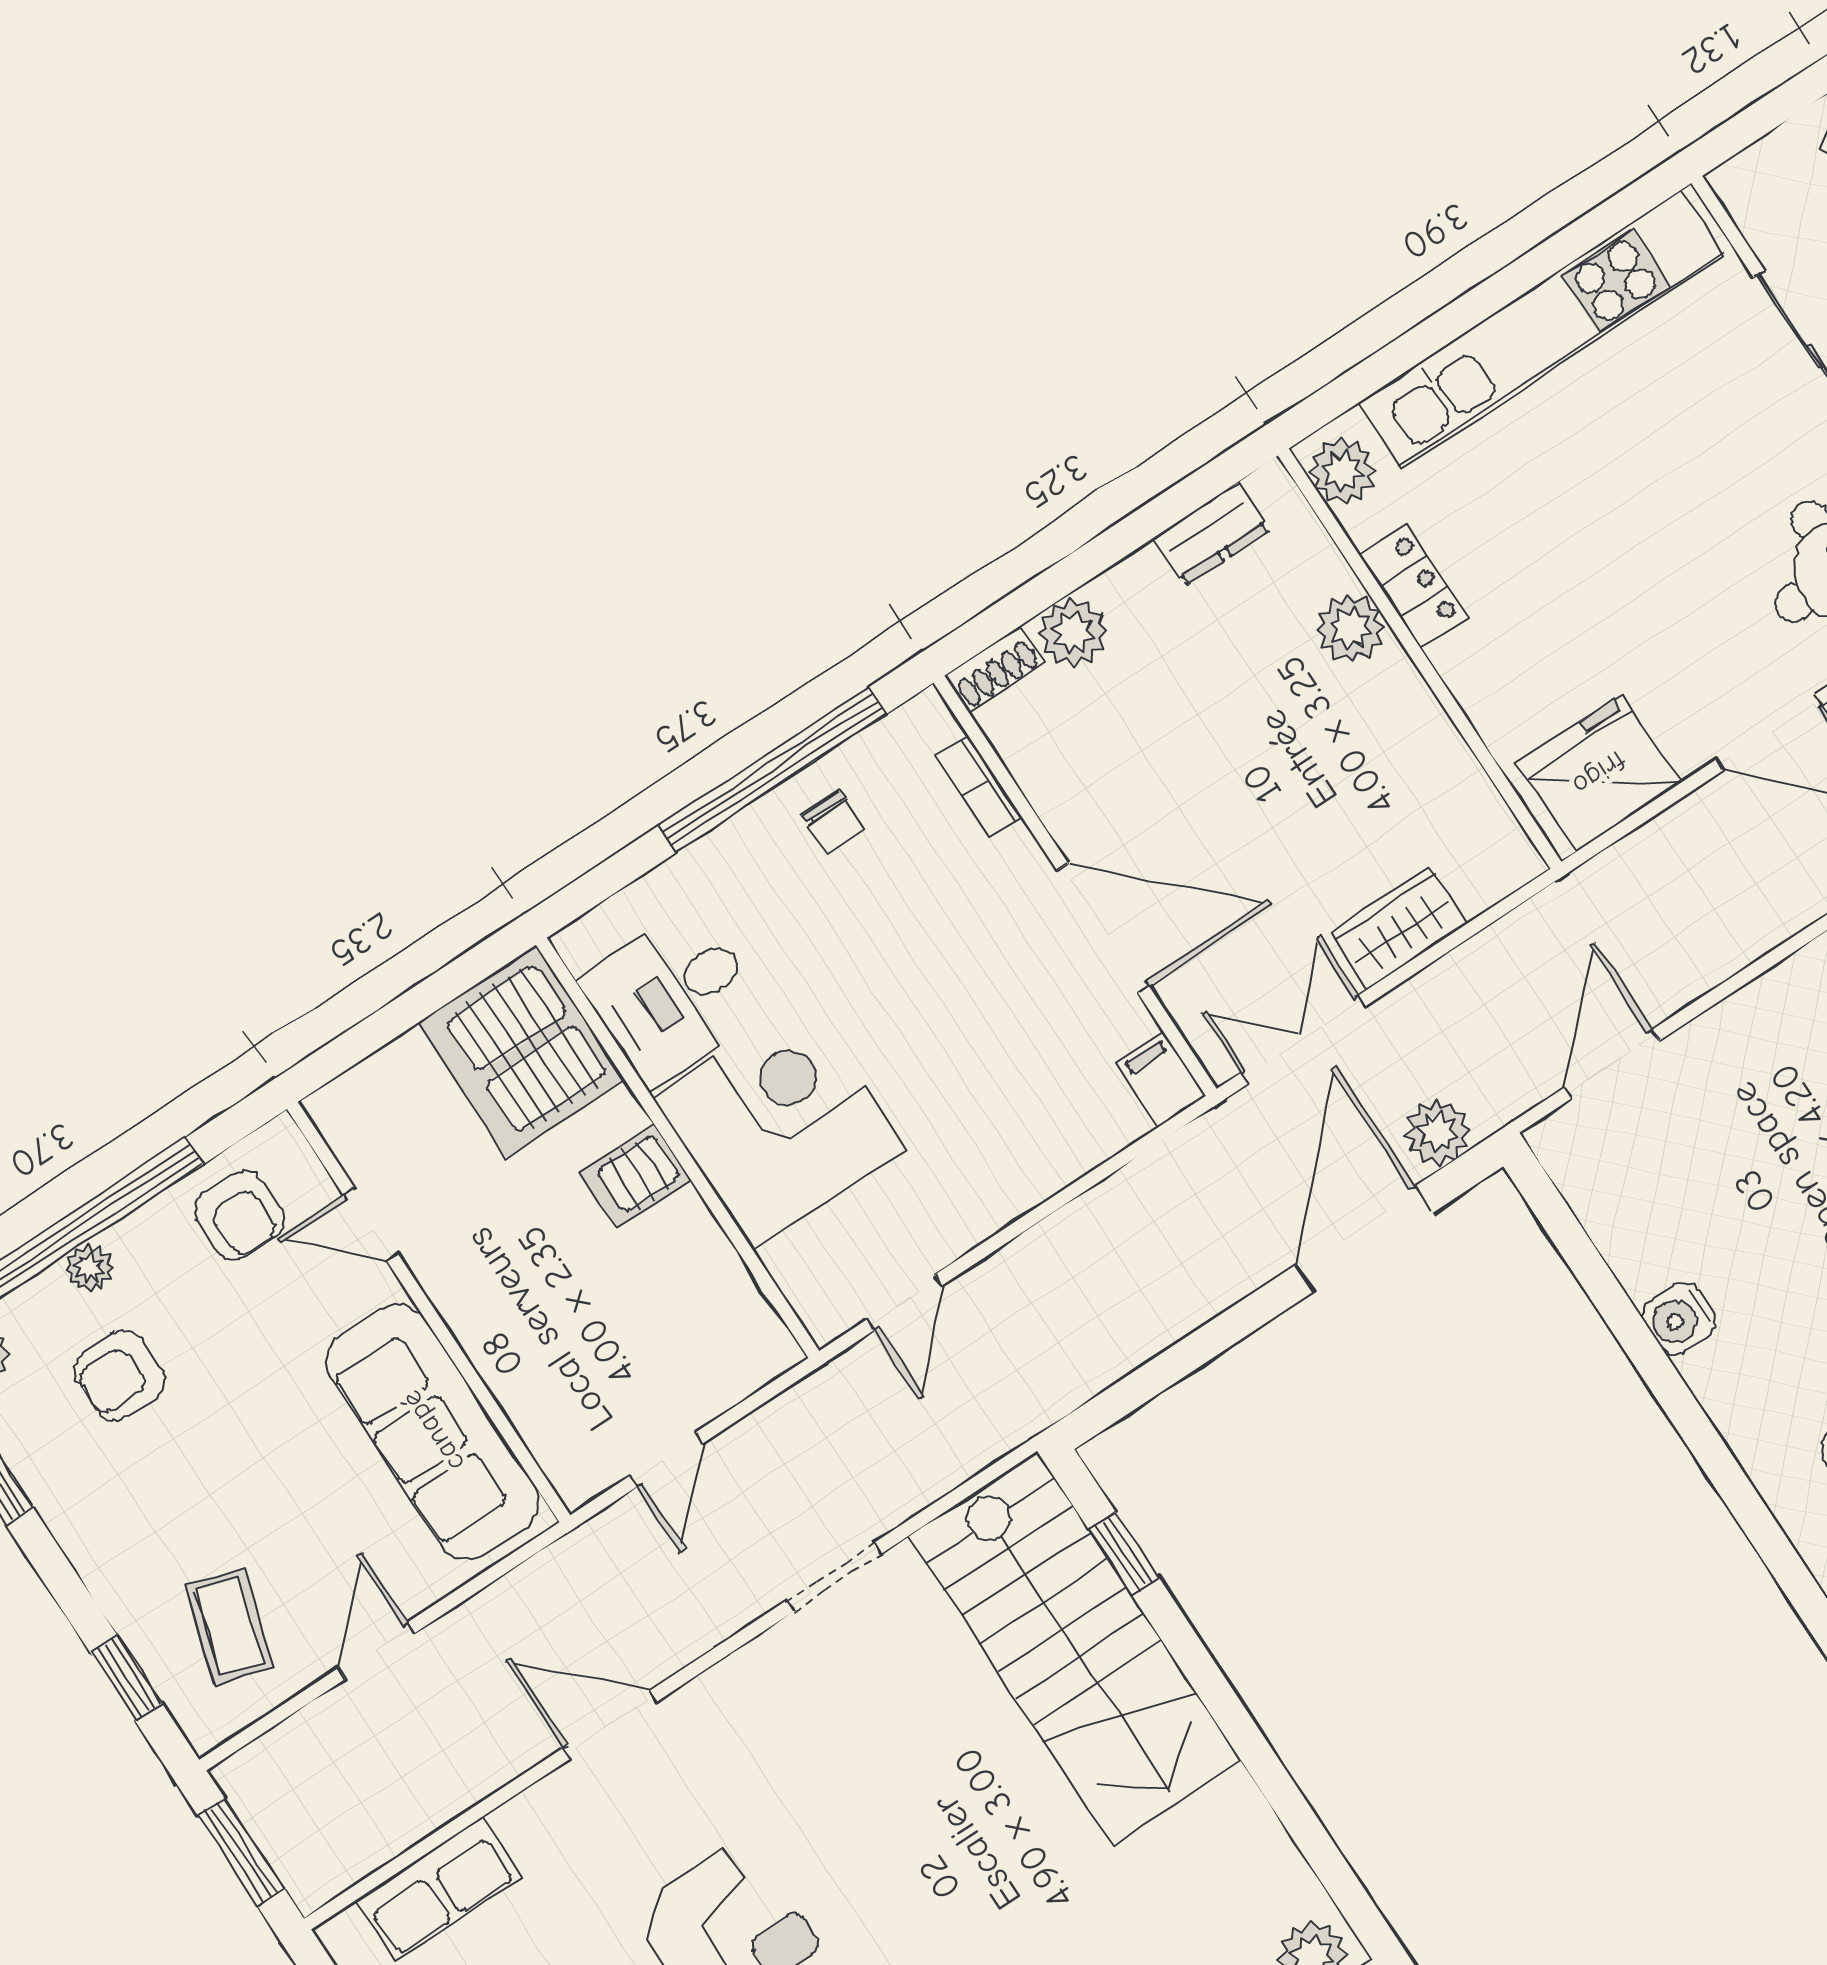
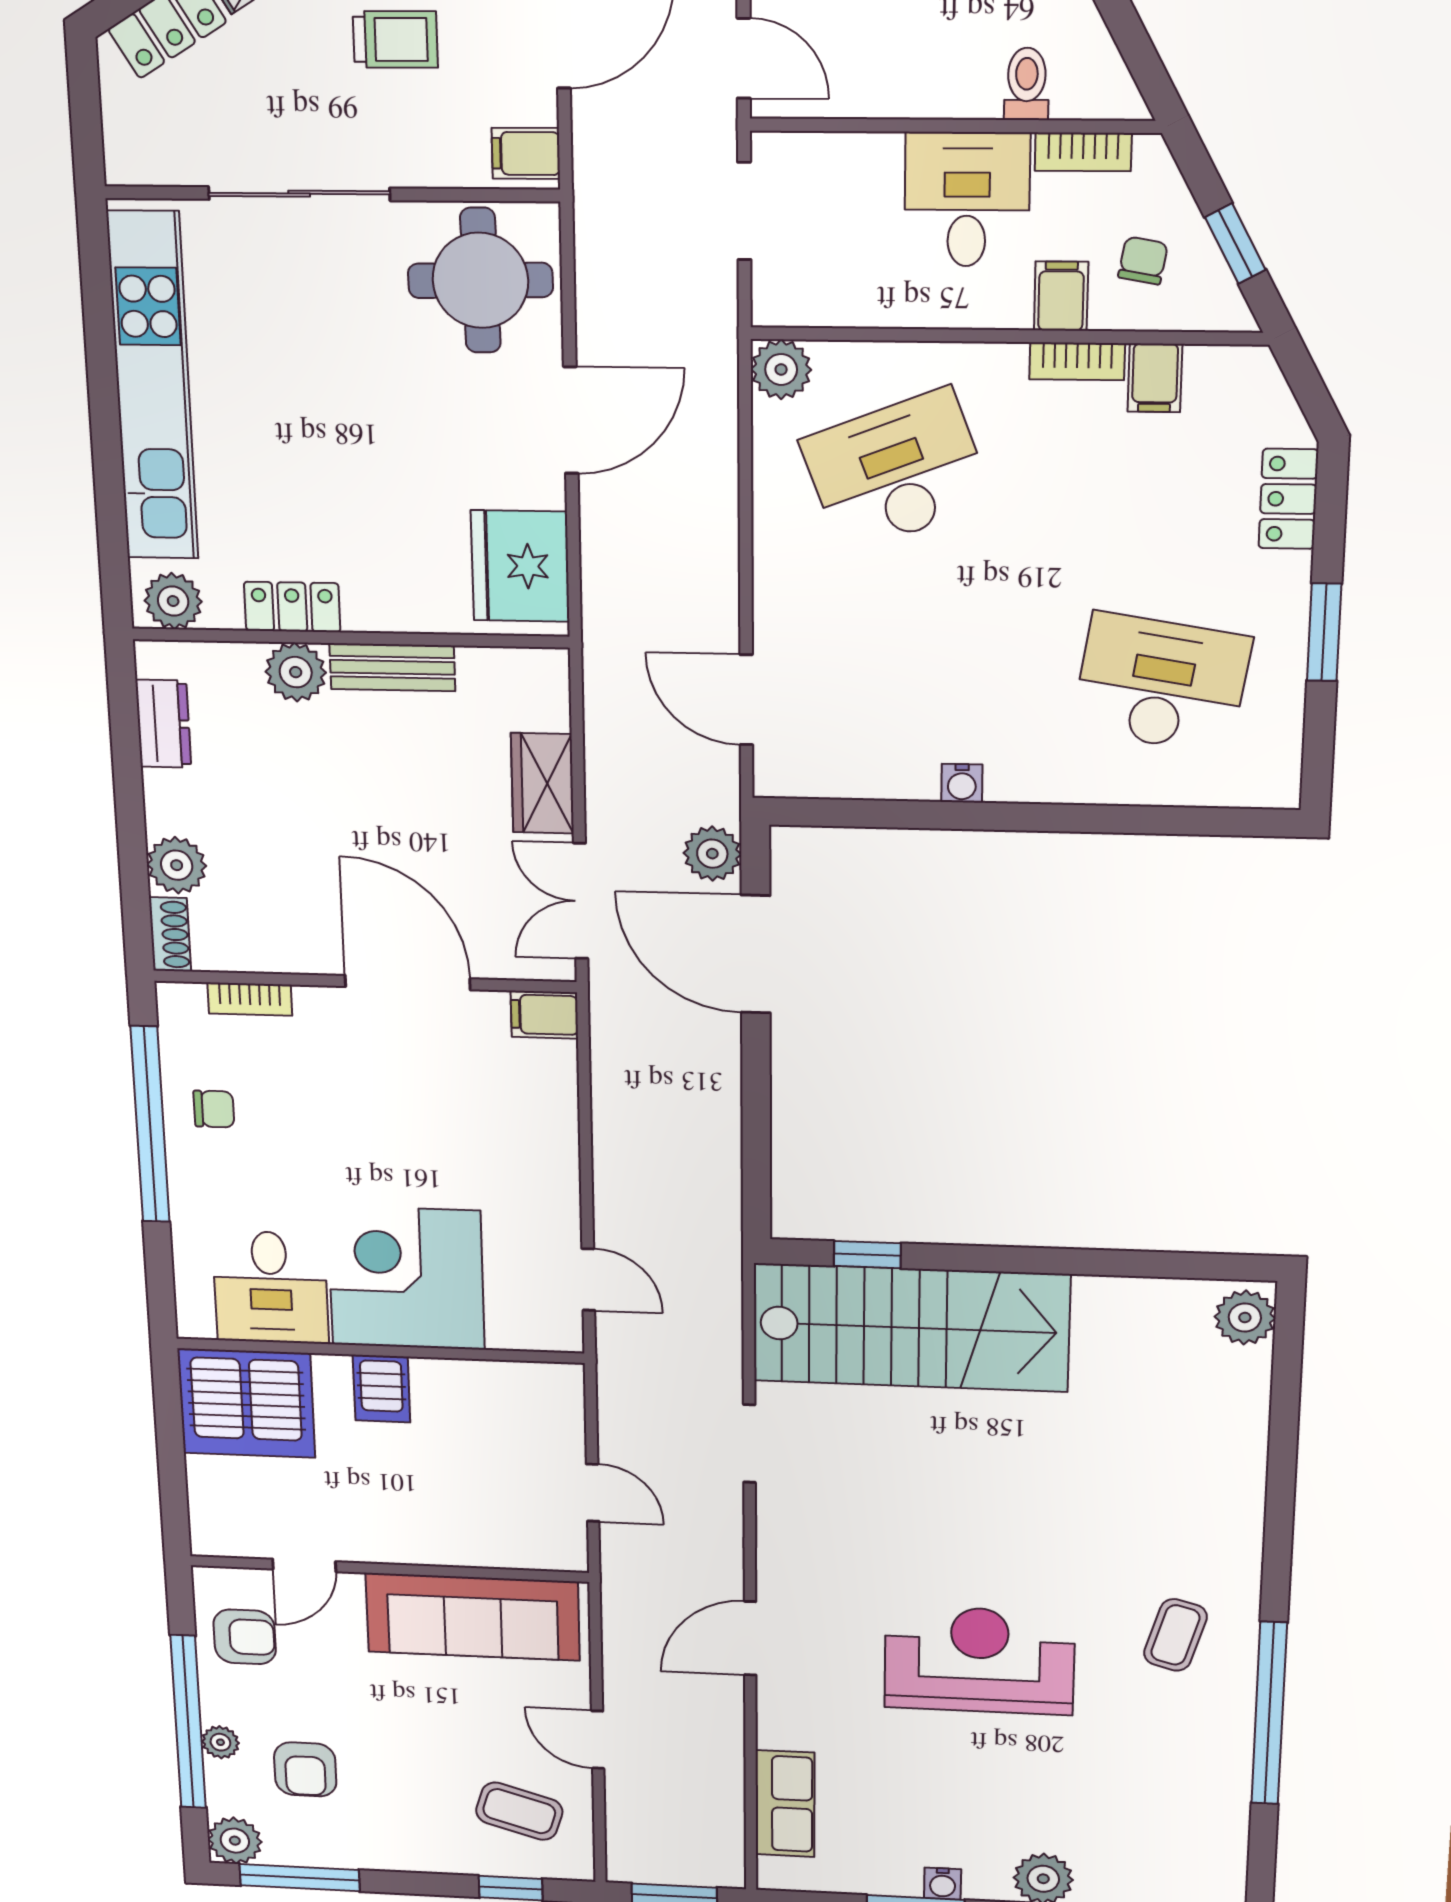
bench: (1418, 716) -> (392, 667), added
door: (1103, 928) -> (408, 983), hinge flipped
water cooler: (1679, 1319) -> (962, 783), width x0.72, depth x0.72

